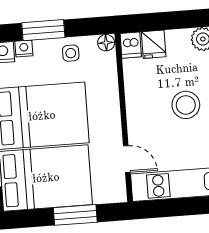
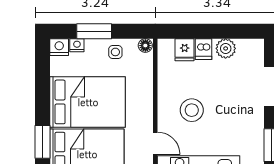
dishwasher: (131, 45) -> (204, 49), moved
stool: (186, 105) -> (192, 110), moved

